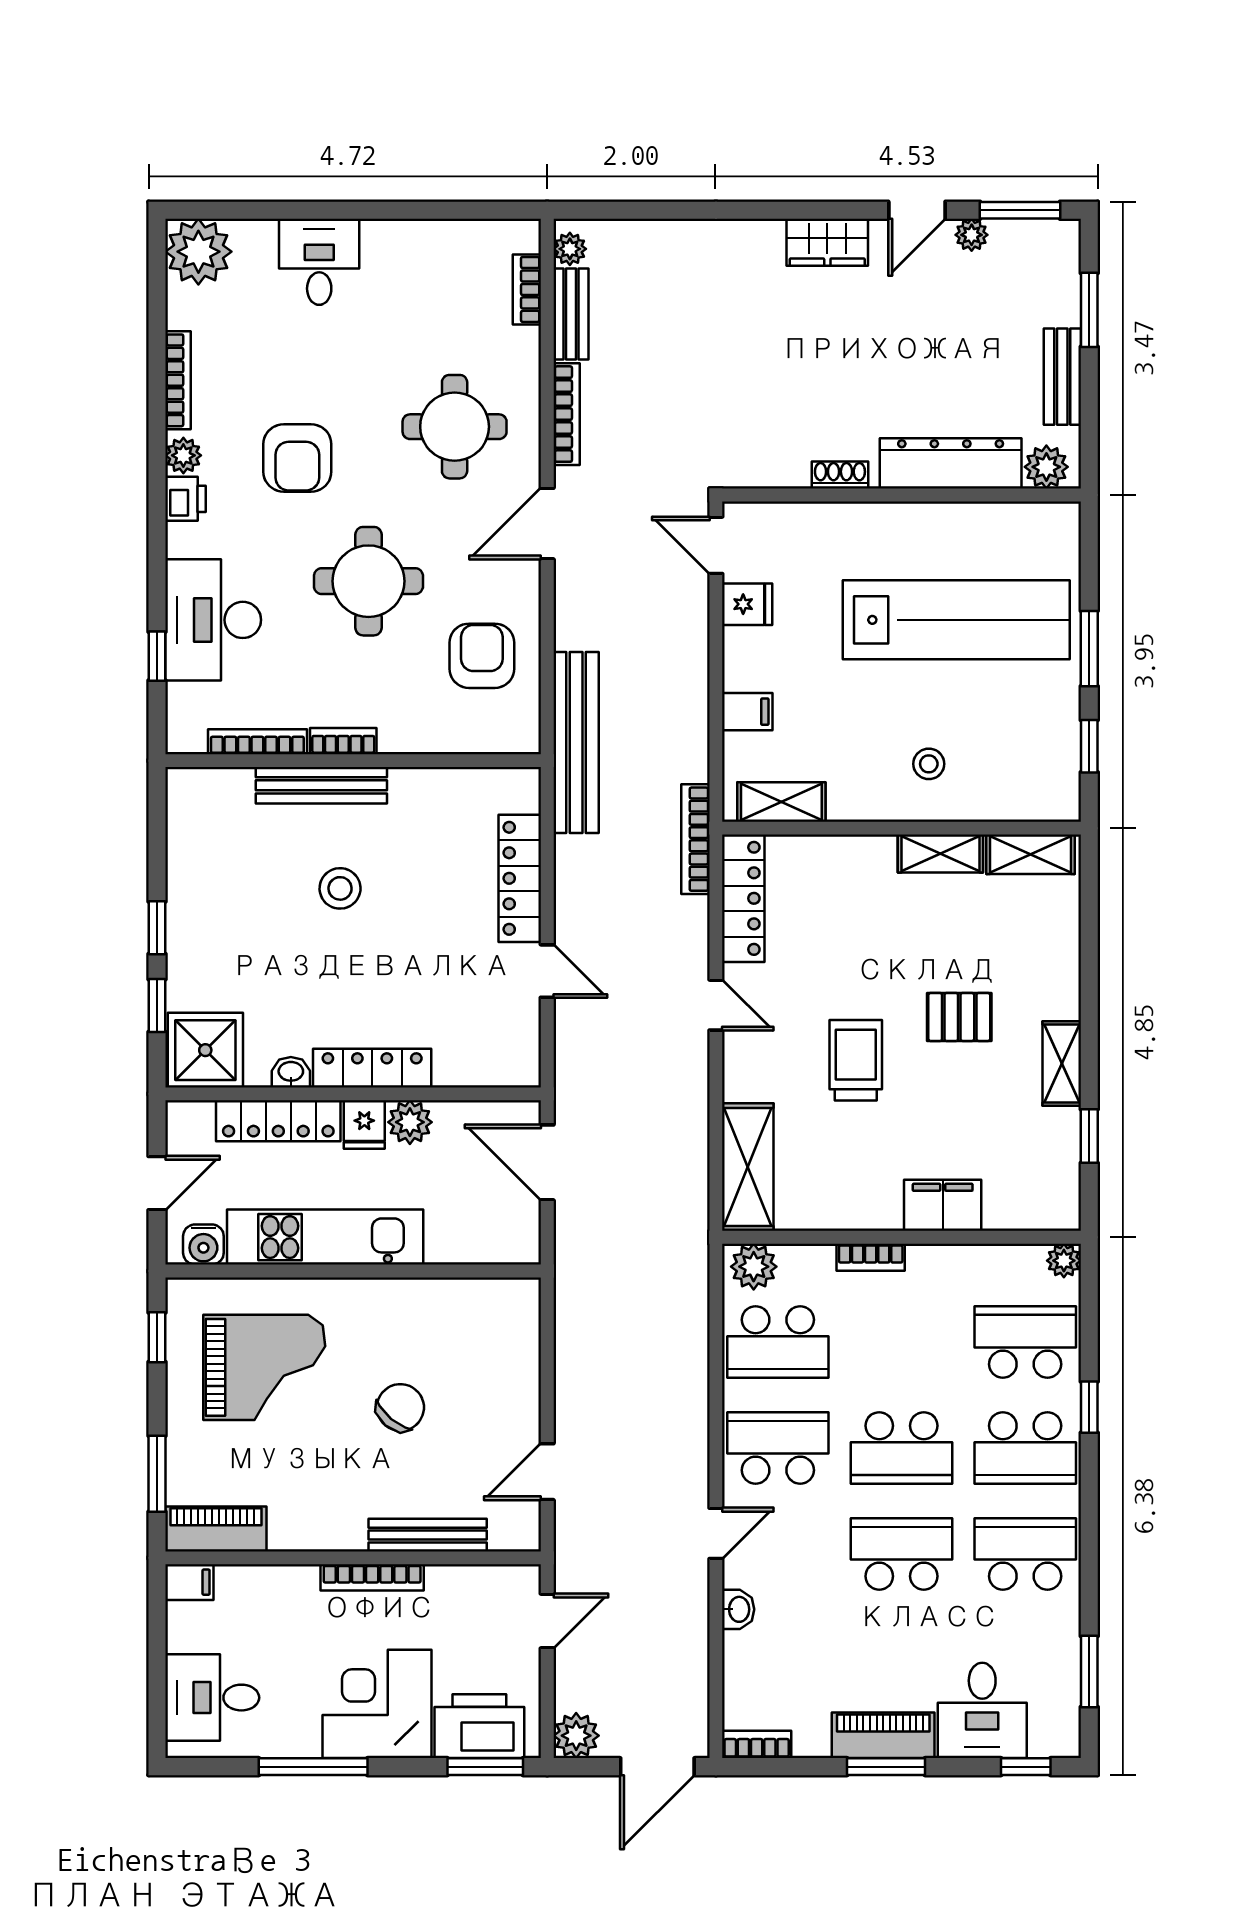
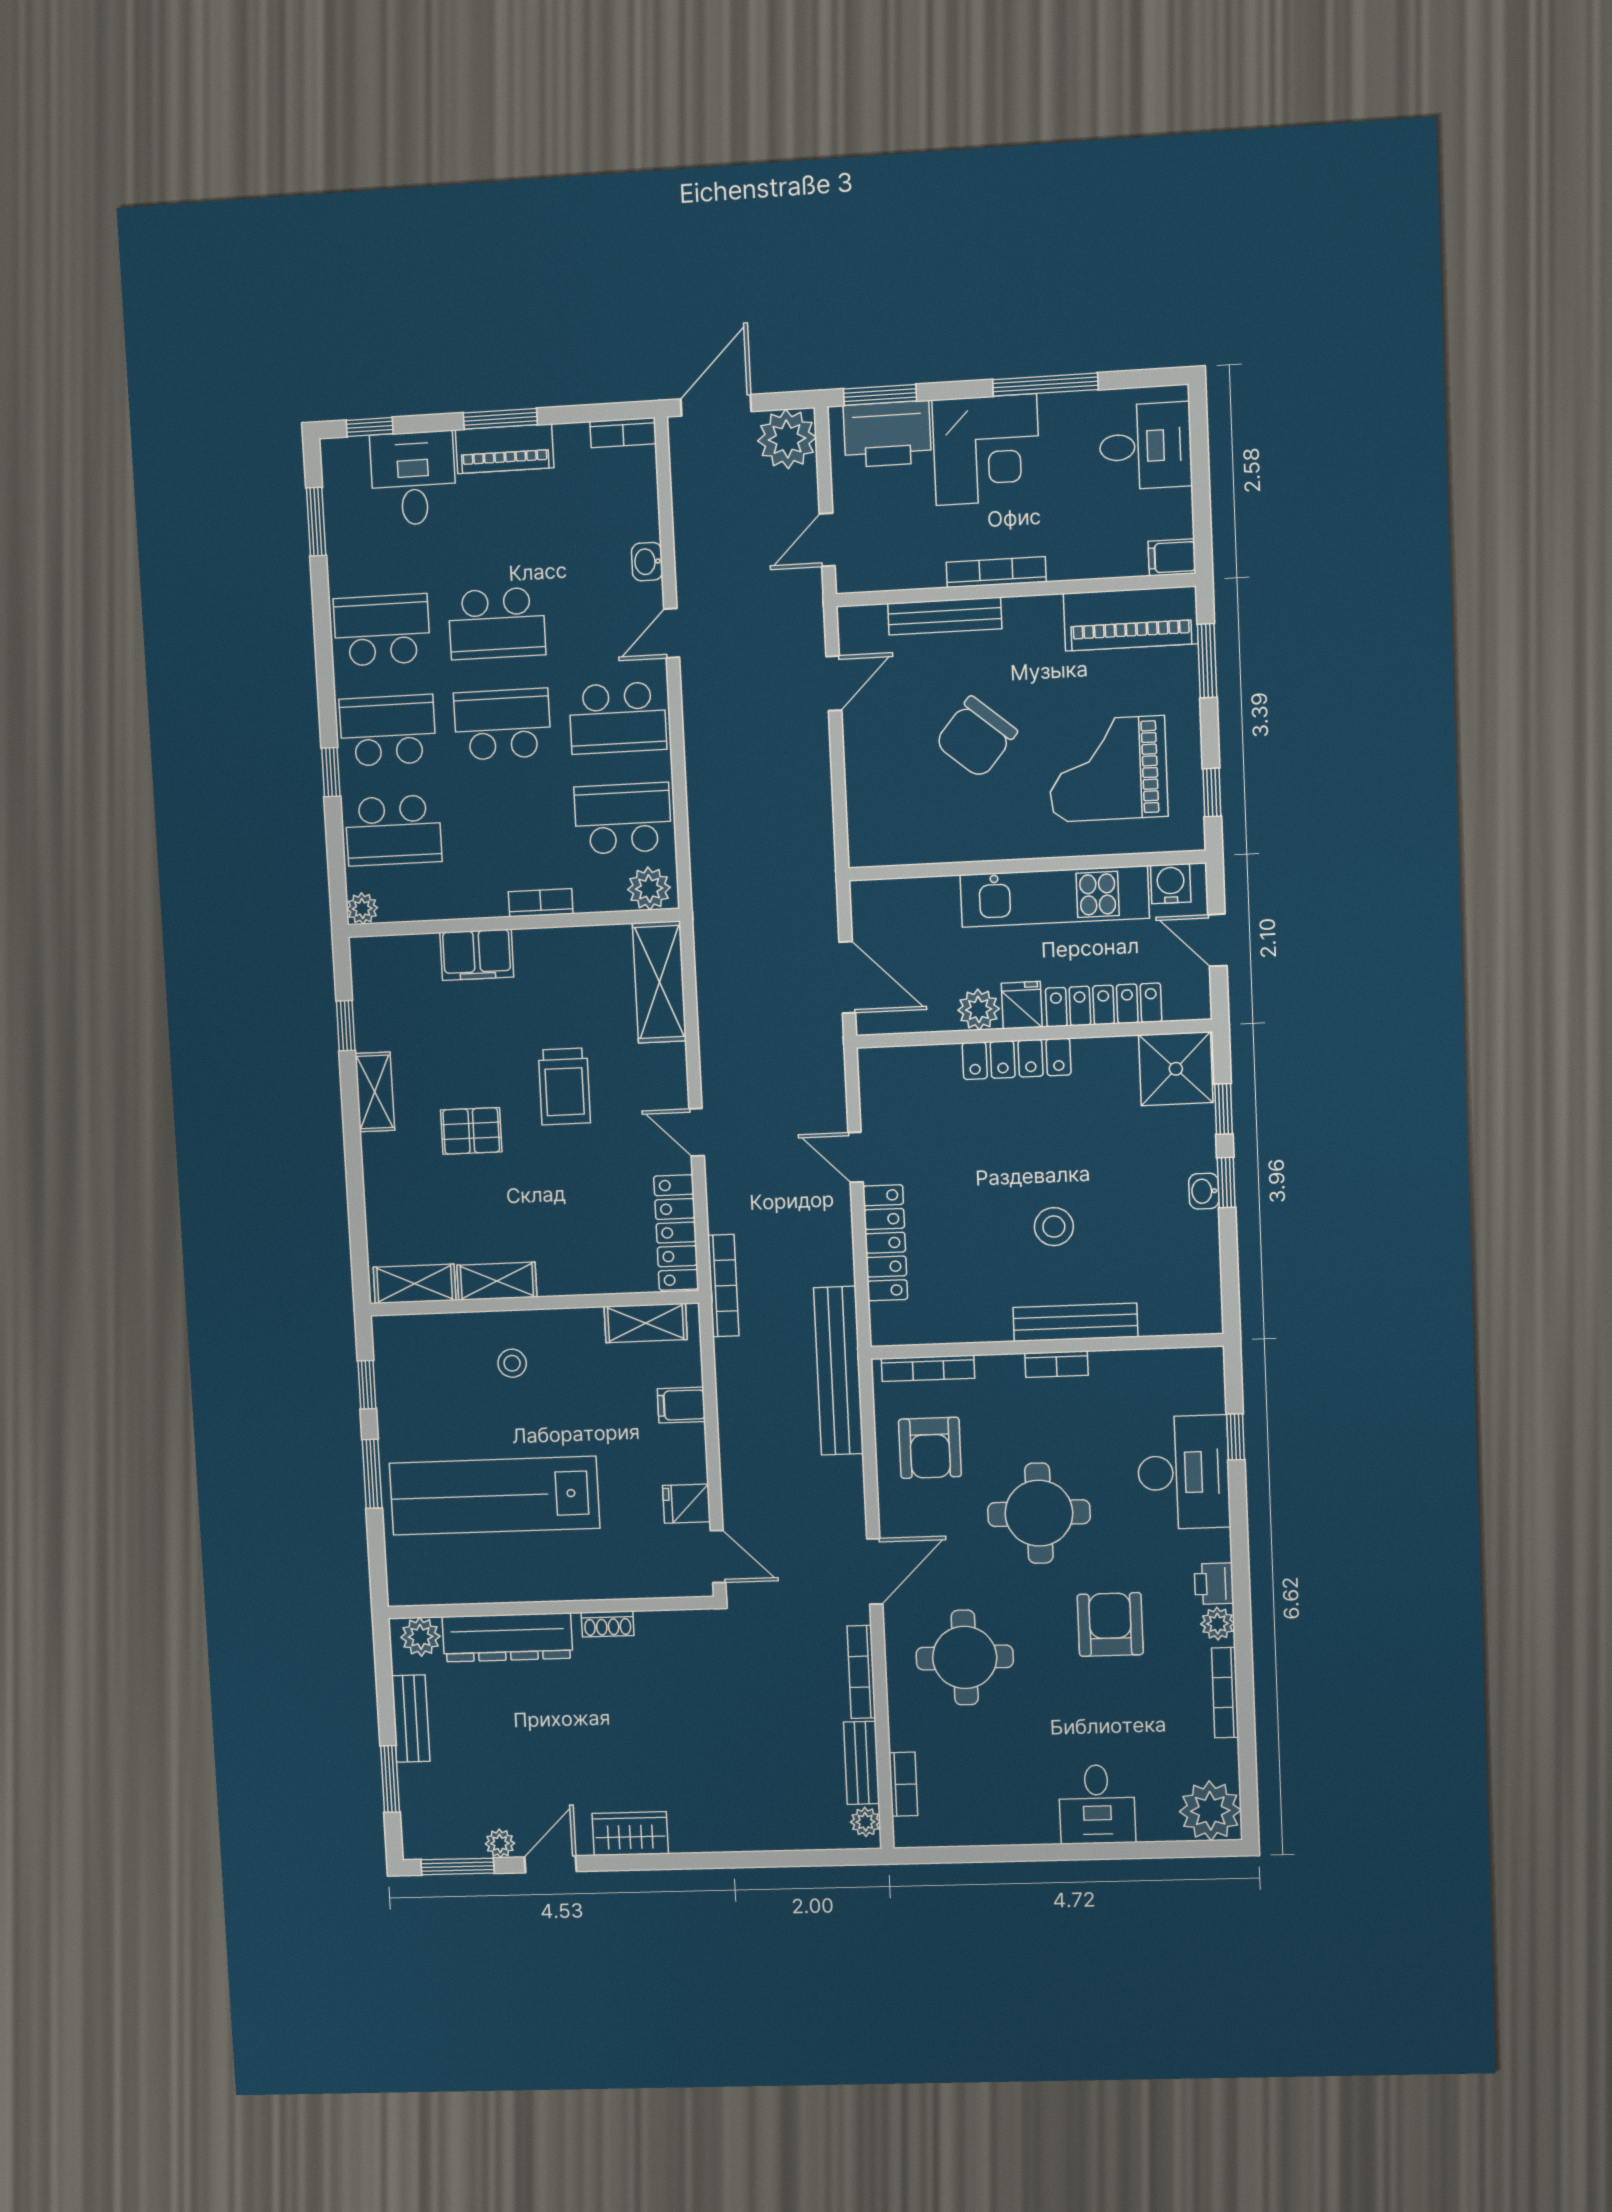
bookcase: (257, 742) -> (928, 1368), moved
washbasin: (291, 1072) -> (1204, 1191), moved, turned 90
door: (157, 1183) -> (1217, 940), hinge flipped
chair: (400, 1407) -> (976, 737), width x1.37, depth x1.37
piano: (216, 1529) -> (1131, 619), width x1.37, depth x1.33
school desk: (1025, 1554) -> (382, 630), turned 180
plant: (576, 1736) -> (787, 439), width x1.36, depth x1.36

